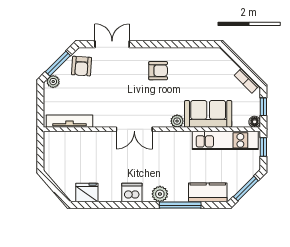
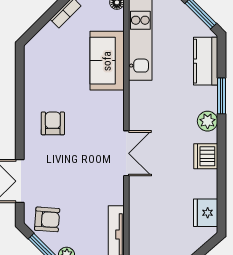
plant: (177, 121) -> (116, 100), removed
window: (180, 205) -> (221, 96), width x0.69

